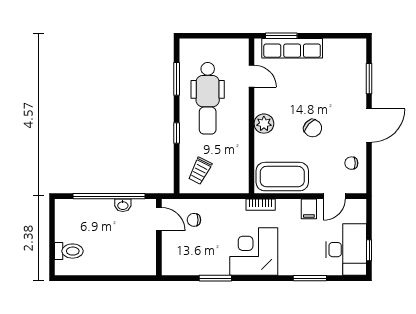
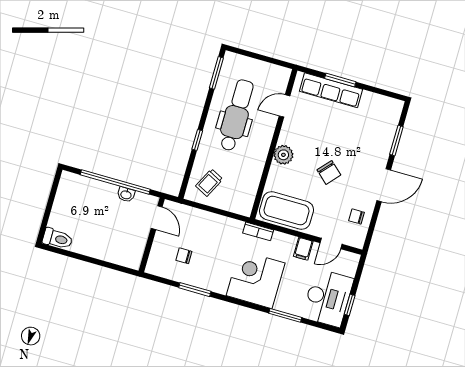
window: (281, 36) -> (340, 80), moved
door: (251, 76) -> (284, 106), swing flipped
window: (177, 79) -> (216, 73), moved
dental chair: (208, 98) -> (236, 115), turned 180
chair: (194, 220) -> (184, 256), moved
toilet: (69, 251) -> (57, 239), moved
corner desk: (254, 251) -> (256, 279), moved

